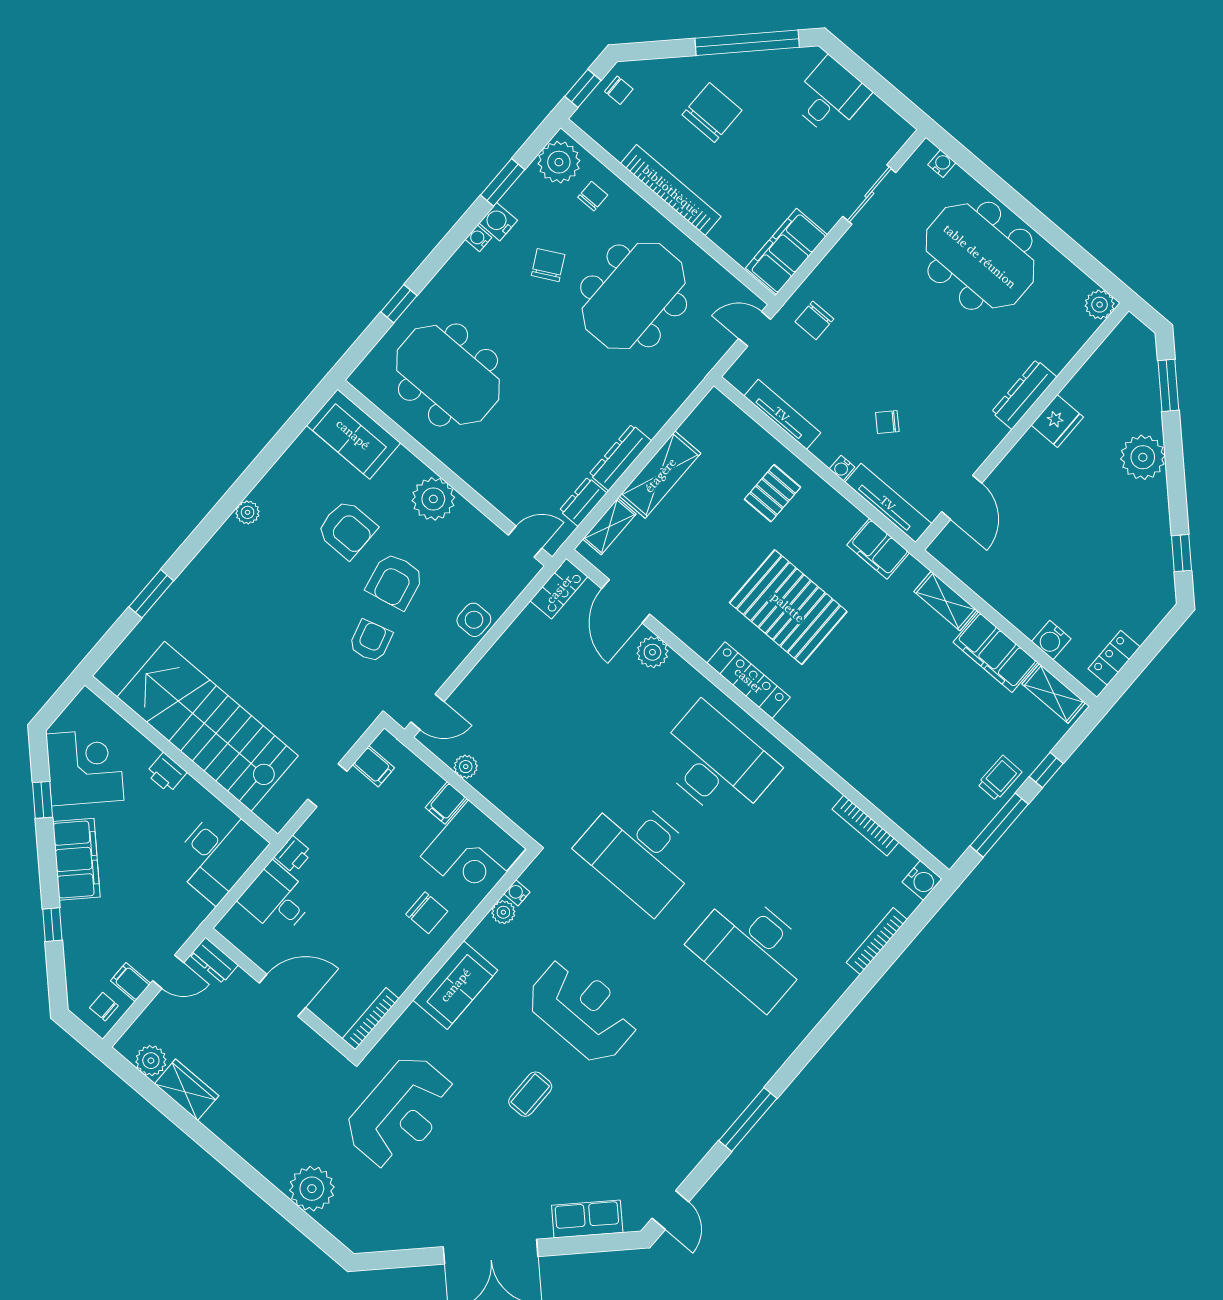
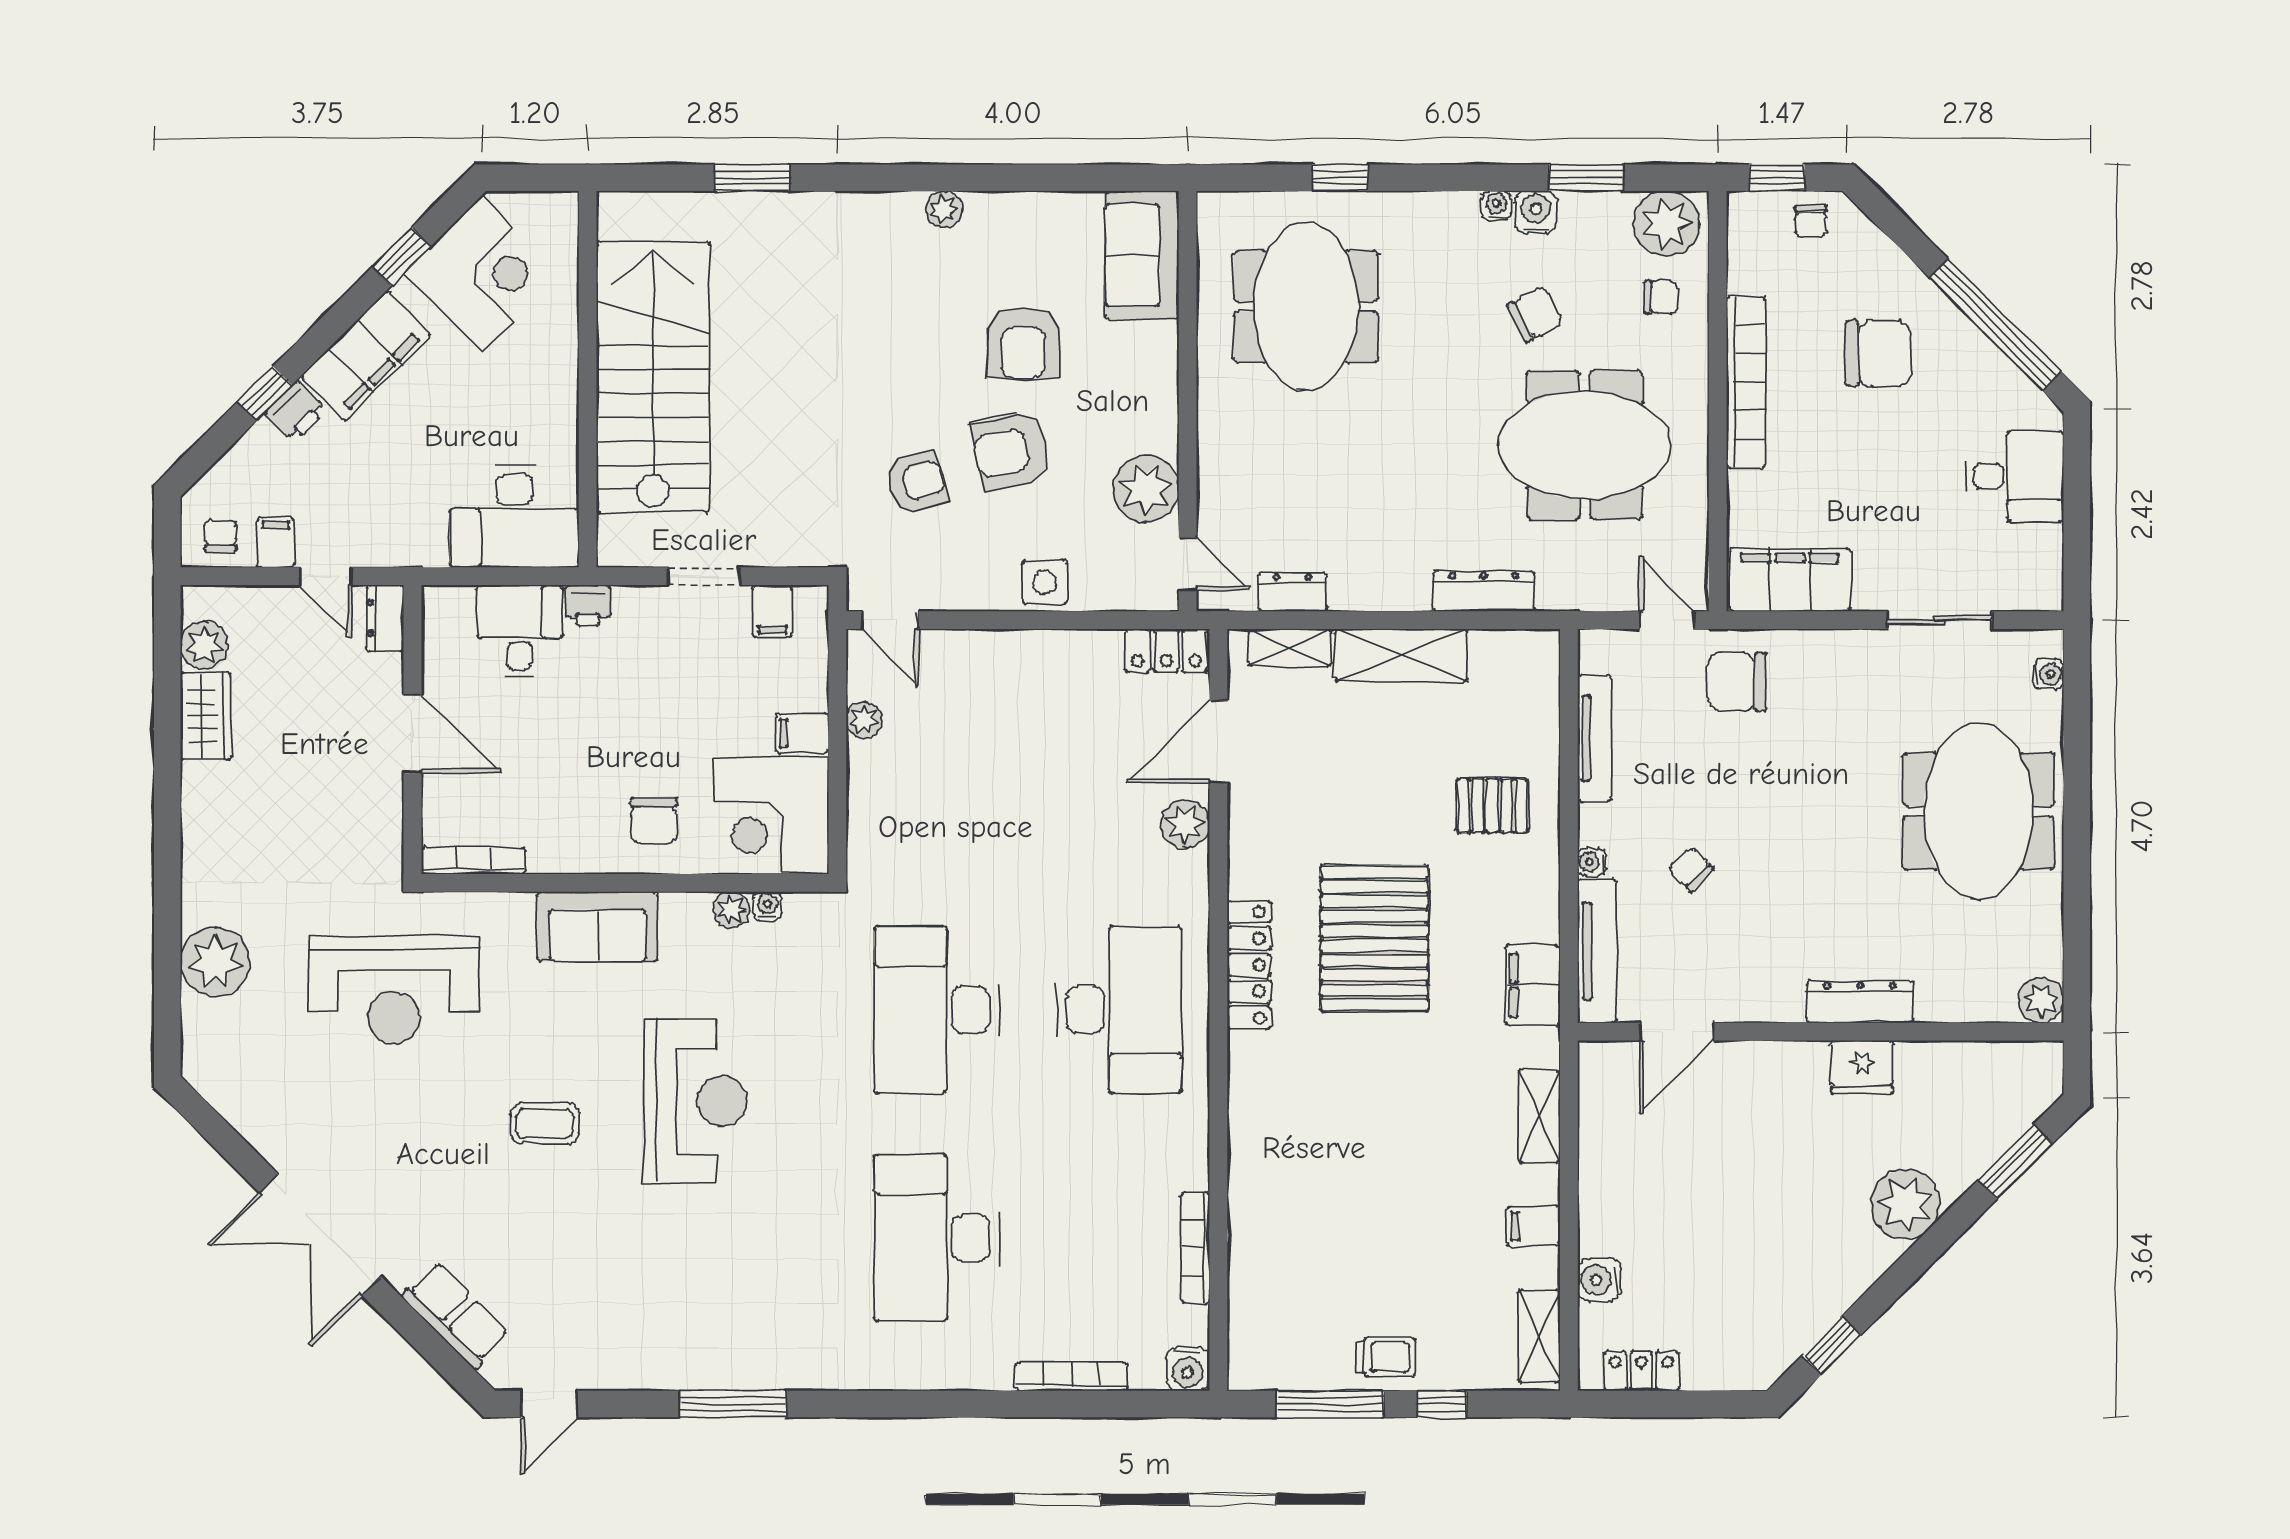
chair: (814, 320) -> (1737, 682), width x1.37, depth x1.37
dresser: (620, 457) -> (1484, 591), moved
plant: (433, 499) -> (1146, 489), moved
filing cabinet: (995, 652) -> (1533, 1226), width x0.33, depth x0.86
printer: (166, 773) -> (296, 412), moved, turned -135

